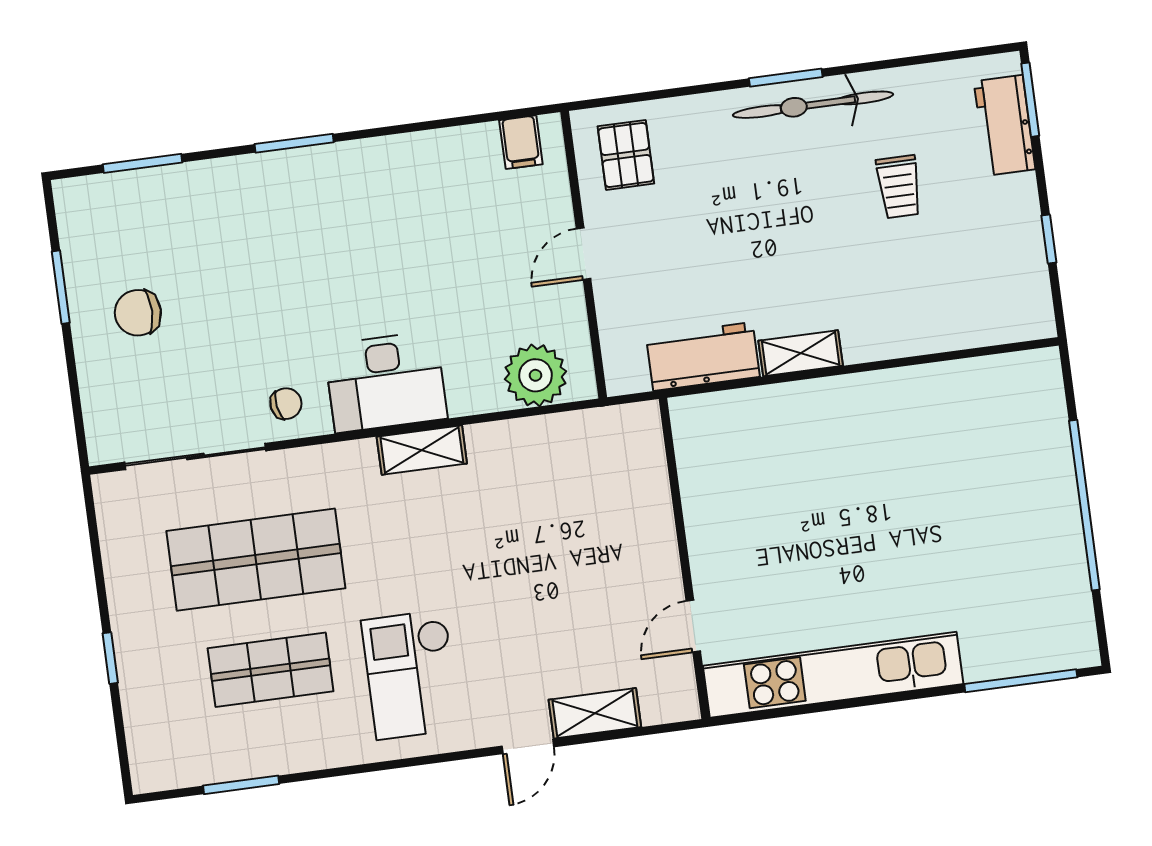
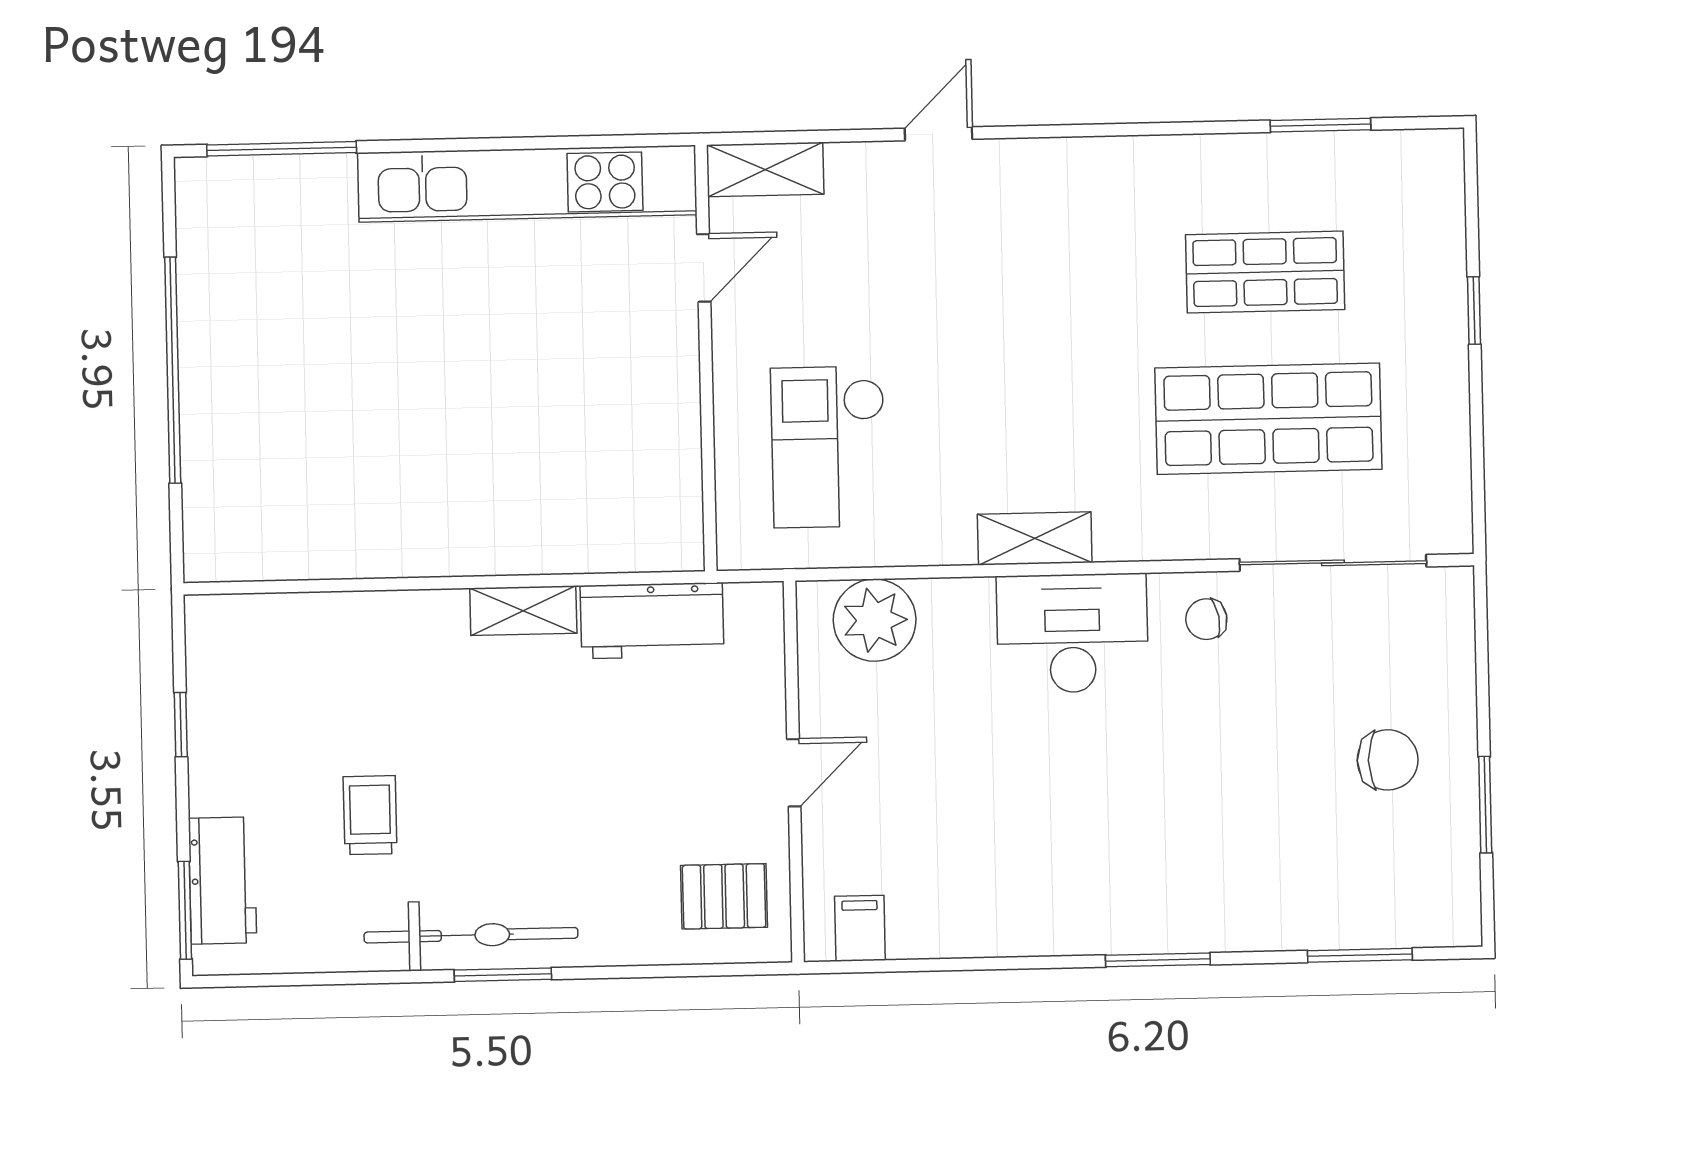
pallet: (626, 155) -> (724, 896), turned 90
checkout: (411, 675) -> (829, 447), moved, turned 180
shelving: (595, 713) -> (765, 170), moved

